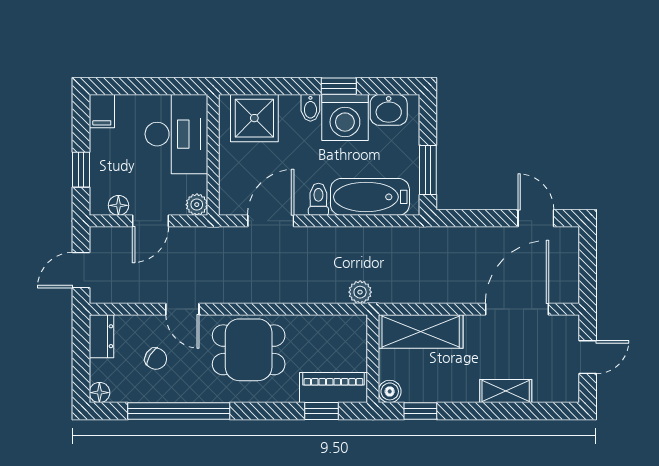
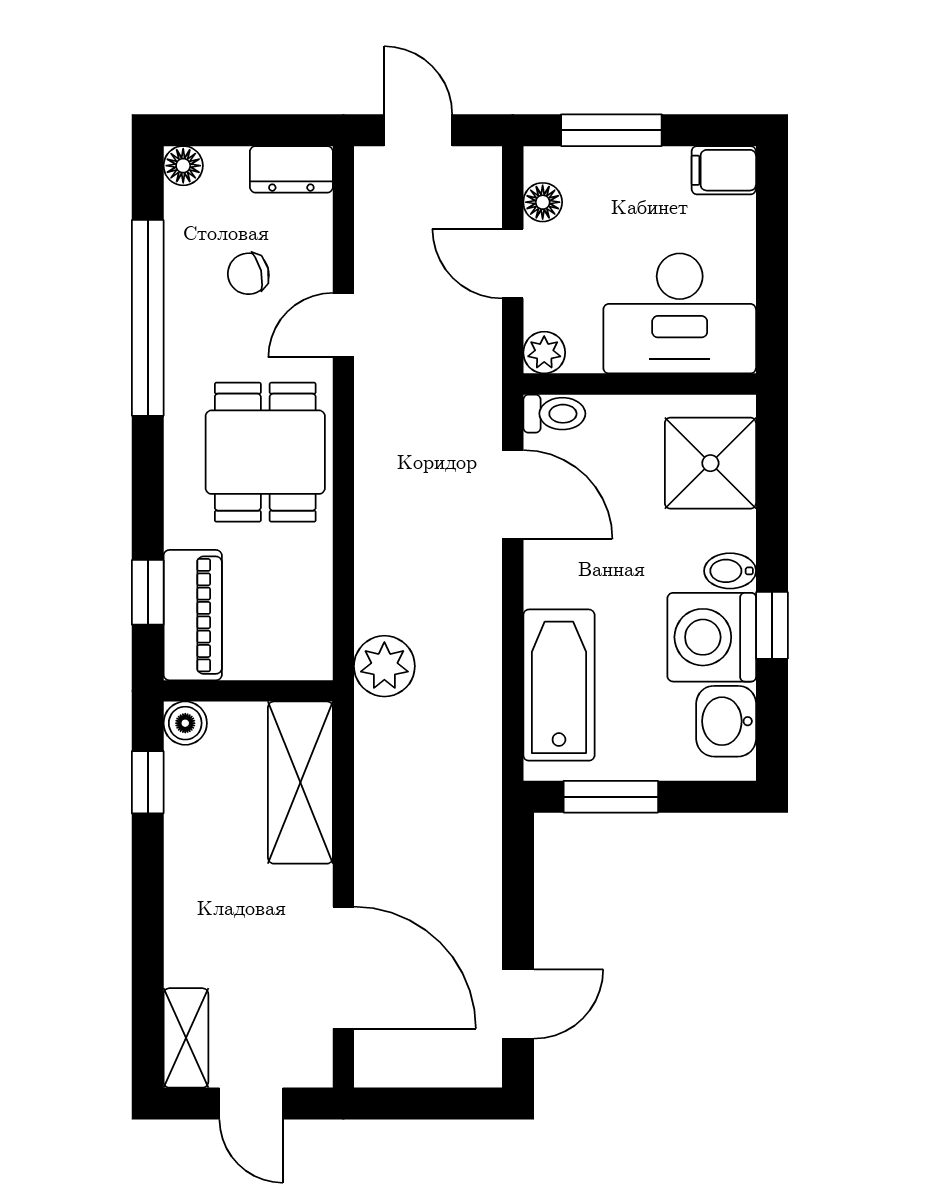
window: (81, 170) -> (611, 130), width x1.50
toilet: (318, 199) -> (554, 414), moved
plant: (360, 292) -> (384, 666), width x1.38, depth x1.38
chair: (156, 359) -> (248, 274), turned 44
shelving: (506, 391) -> (186, 1038), moved

